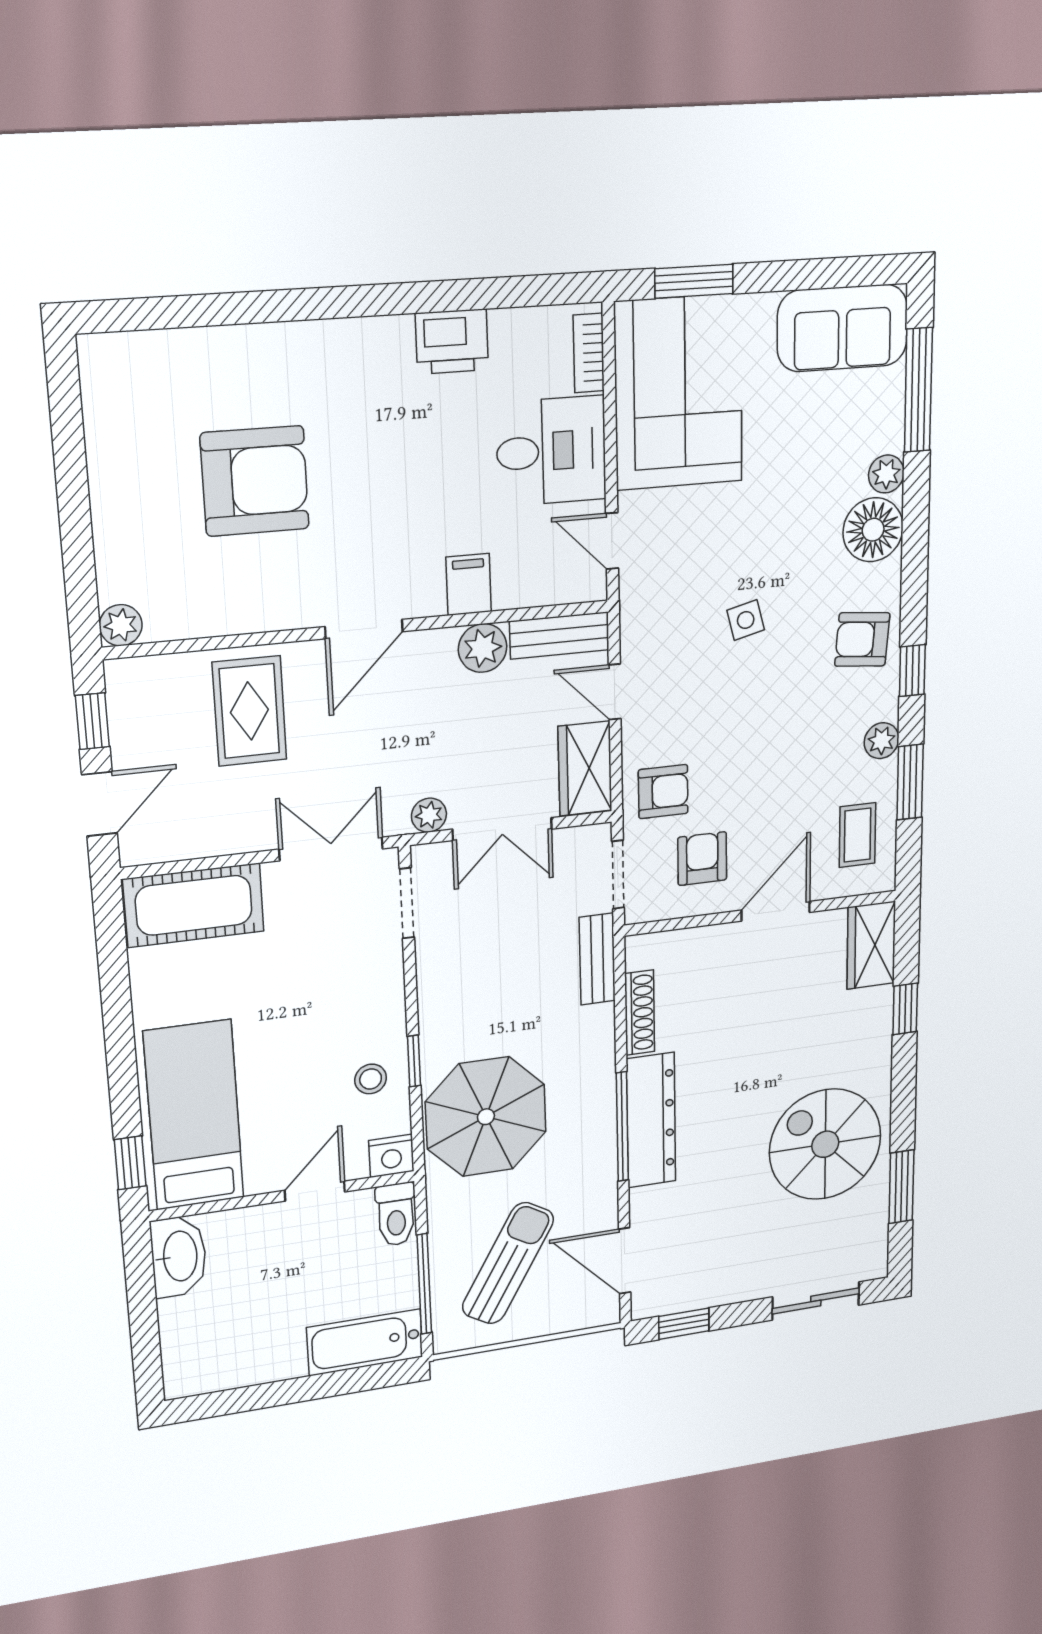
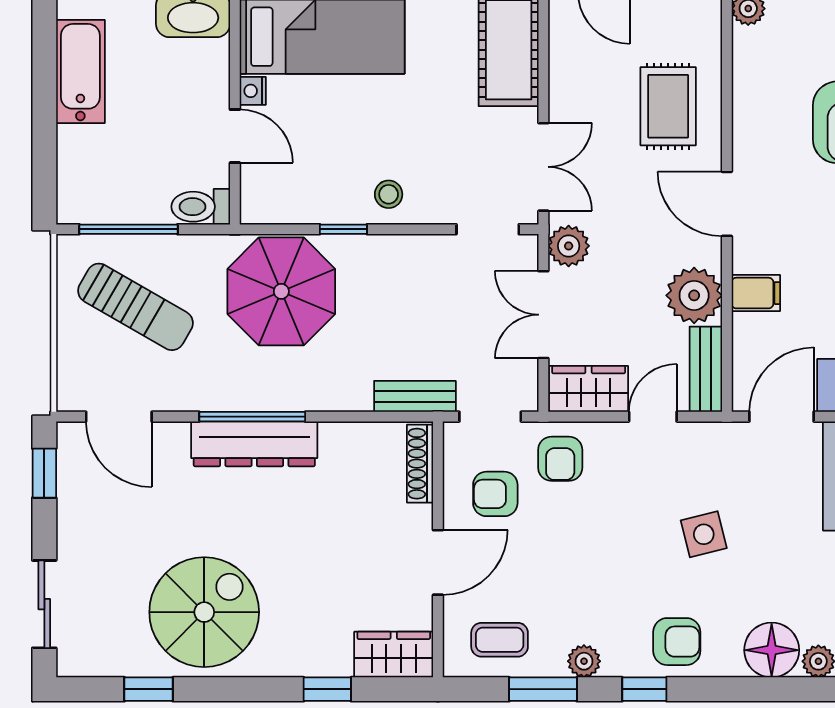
door: (612, 541) -> (781, 417), width x1.37
side table: (746, 620) -> (704, 534), width x1.37, depth x1.37
armchair: (862, 639) -> (677, 642), turned 85
plant: (483, 648) -> (694, 295), width x1.36, depth x1.36
rug: (249, 711) -> (668, 106), turned 90
plant: (429, 815) -> (569, 246), width x1.38, depth x1.38
armchair: (702, 859) -> (495, 494), turned 180
door: (776, 911) -> (438, 562), hinge flipped
shoe rack: (640, 1013) -> (420, 464), moved, turned 90
stool: (371, 1079) -> (389, 194), moved
nightstand: (391, 1156) -> (253, 91), moved, width x0.72, depth x0.74
window: (901, 1187) -> (149, 689), width x0.67
door: (625, 1261) -> (119, 417), swing flipped
bathtub: (365, 1342) -> (80, 72), moved

